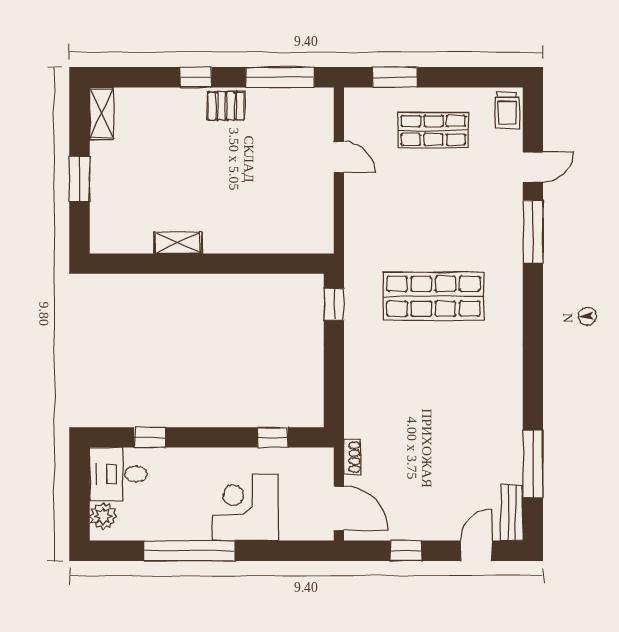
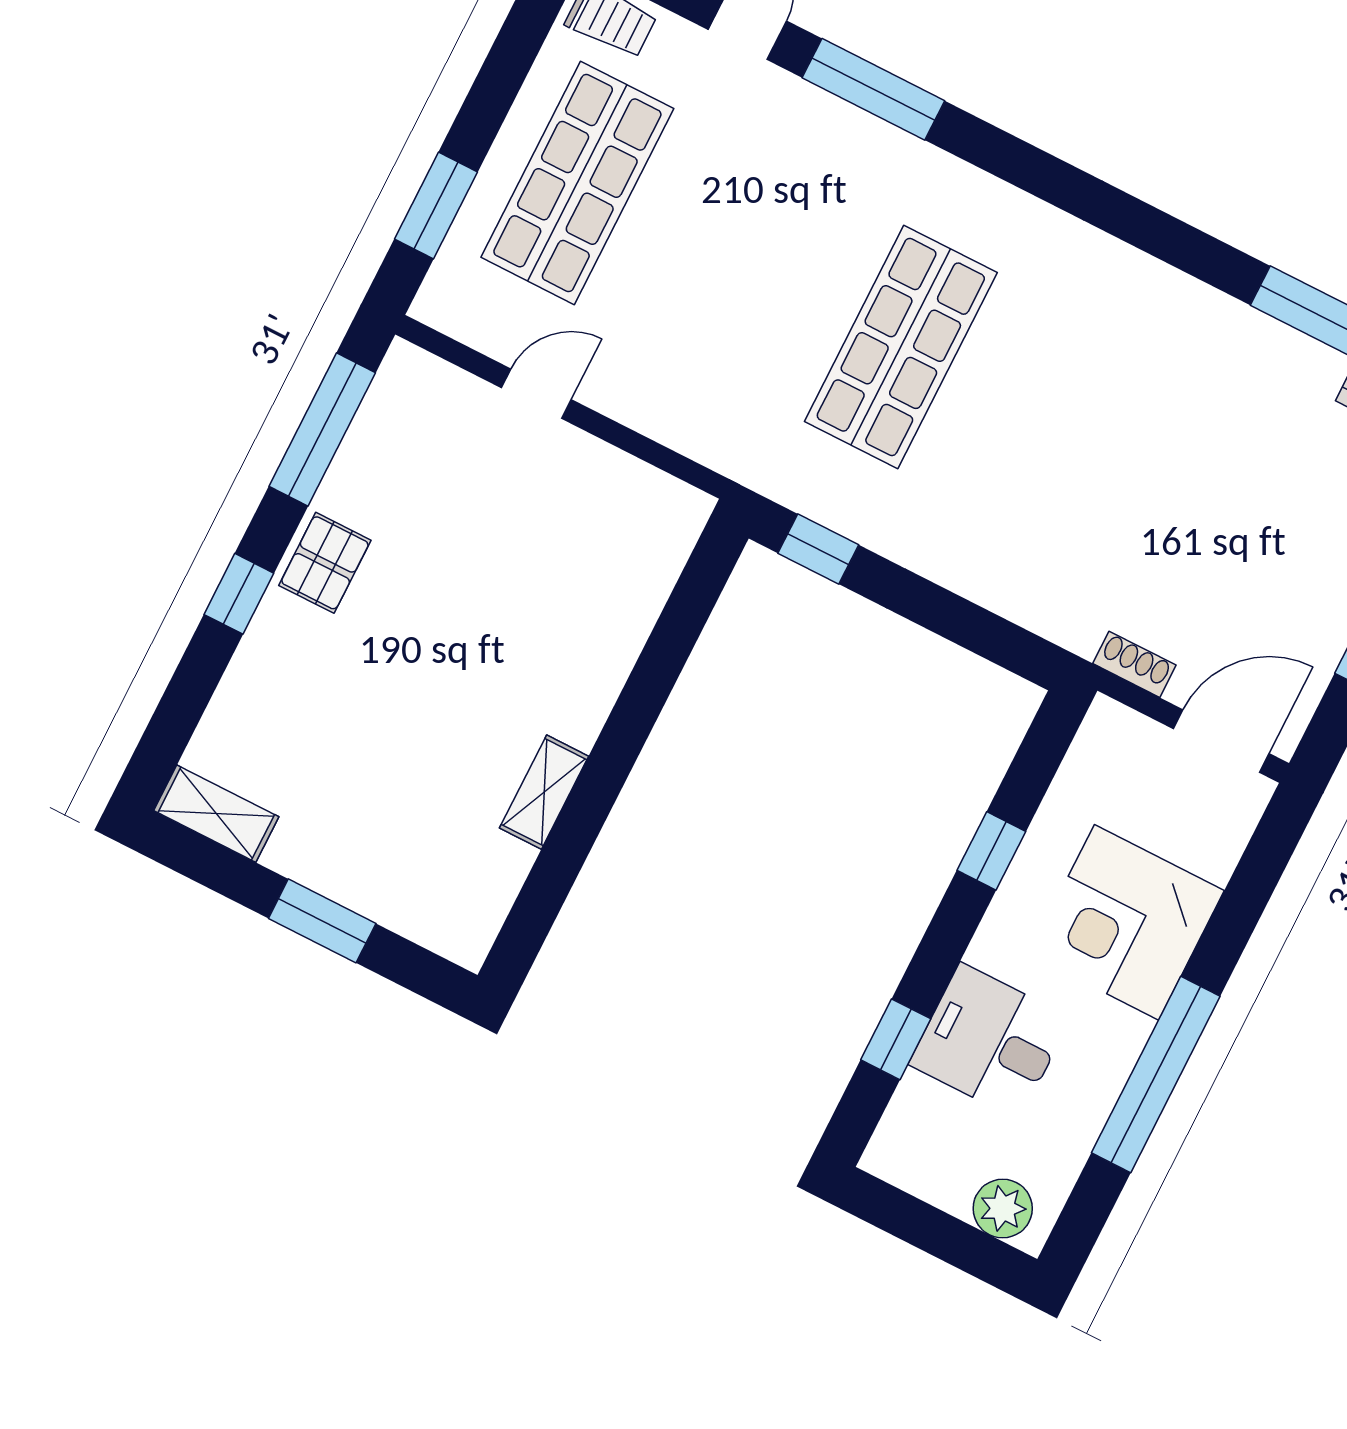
shop shelf: (433, 130) -> (577, 183), width x1.43, depth x1.36
window: (273, 437) -> (991, 851), moved
desk: (118, 474) -> (990, 1041), moved, turned 90

